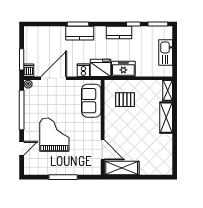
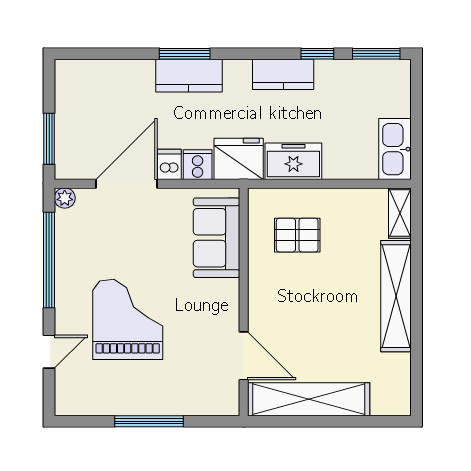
kitchen sink: (166, 53) -> (395, 149), moved
dishwasher: (29, 70) -> (169, 164), moved
shelving: (166, 118) -> (396, 296), width x1.47
shelving: (122, 168) -> (309, 399), width x1.47

